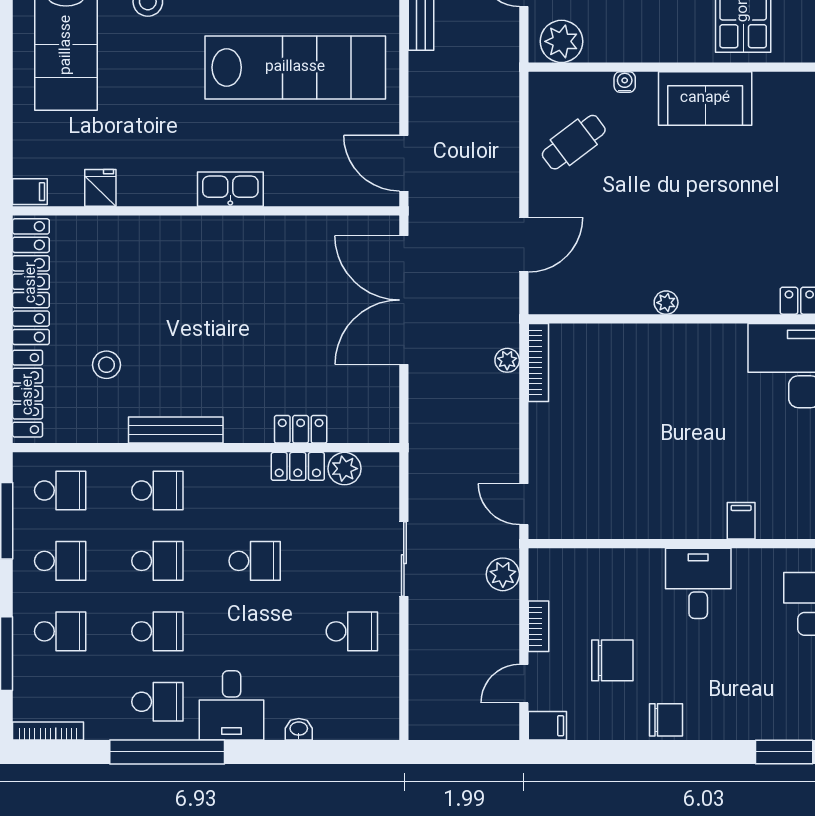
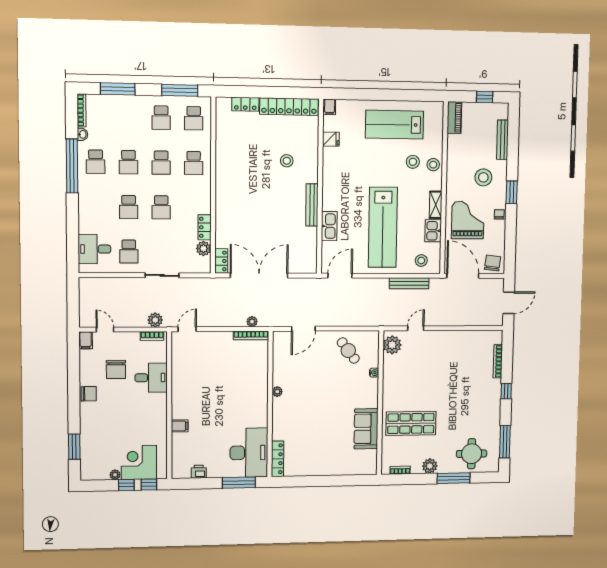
sofa: (705, 98) -> (366, 429), moved
kitchen sink: (230, 189) -> (329, 226), moved
door: (524, 245) -> (303, 329), hinge flipped
double door: (404, 300) -> (259, 275), moved
stool: (106, 365) -> (287, 161), moved
locker: (28, 394) -> (245, 104), width x0.66
locker: (301, 429) -> (221, 261), moved
bench: (176, 430) -> (312, 205), moved
desk: (698, 583) -> (151, 378), moved
bookcase: (538, 626) -> (152, 336), moved
school desk: (60, 631) -> (129, 207), moved
desk: (232, 705) -> (94, 249), moved
chair: (666, 720) -> (89, 394), turned -90
washbasin: (299, 729) -> (82, 134), moved

